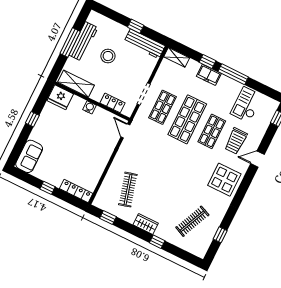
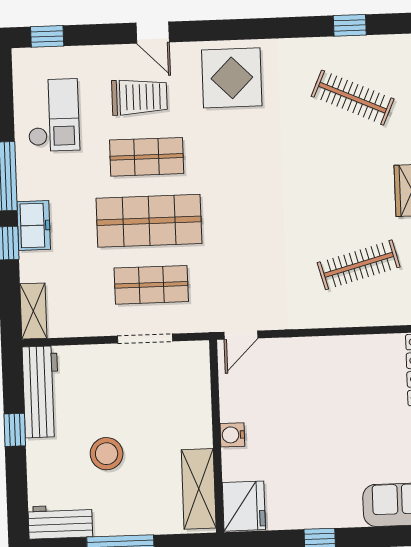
workbench: (83, 41) -> (60, 522), moved, width x0.73
locker: (112, 103) -> (198, 393), removed
checkout: (246, 105) -> (53, 115), turned -90

